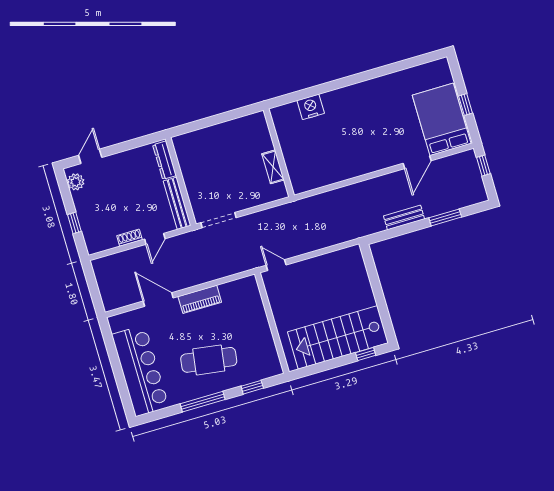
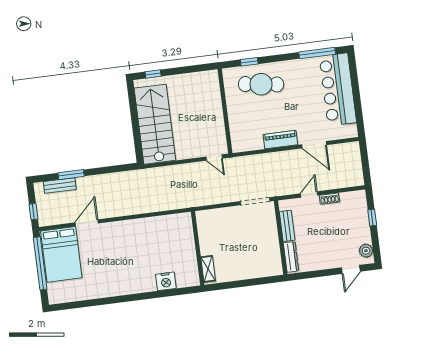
window: (466, 104) -> (40, 263), width x3.17
shelving: (273, 167) -> (208, 269), moved
bench: (177, 203) -> (287, 226), width x0.73
bench: (404, 217) -> (60, 185), moved
stairs: (338, 337) -> (155, 124), moved, turned -90
cafe table: (209, 360) -> (261, 84), moved
window: (203, 402) -> (317, 53), moved

